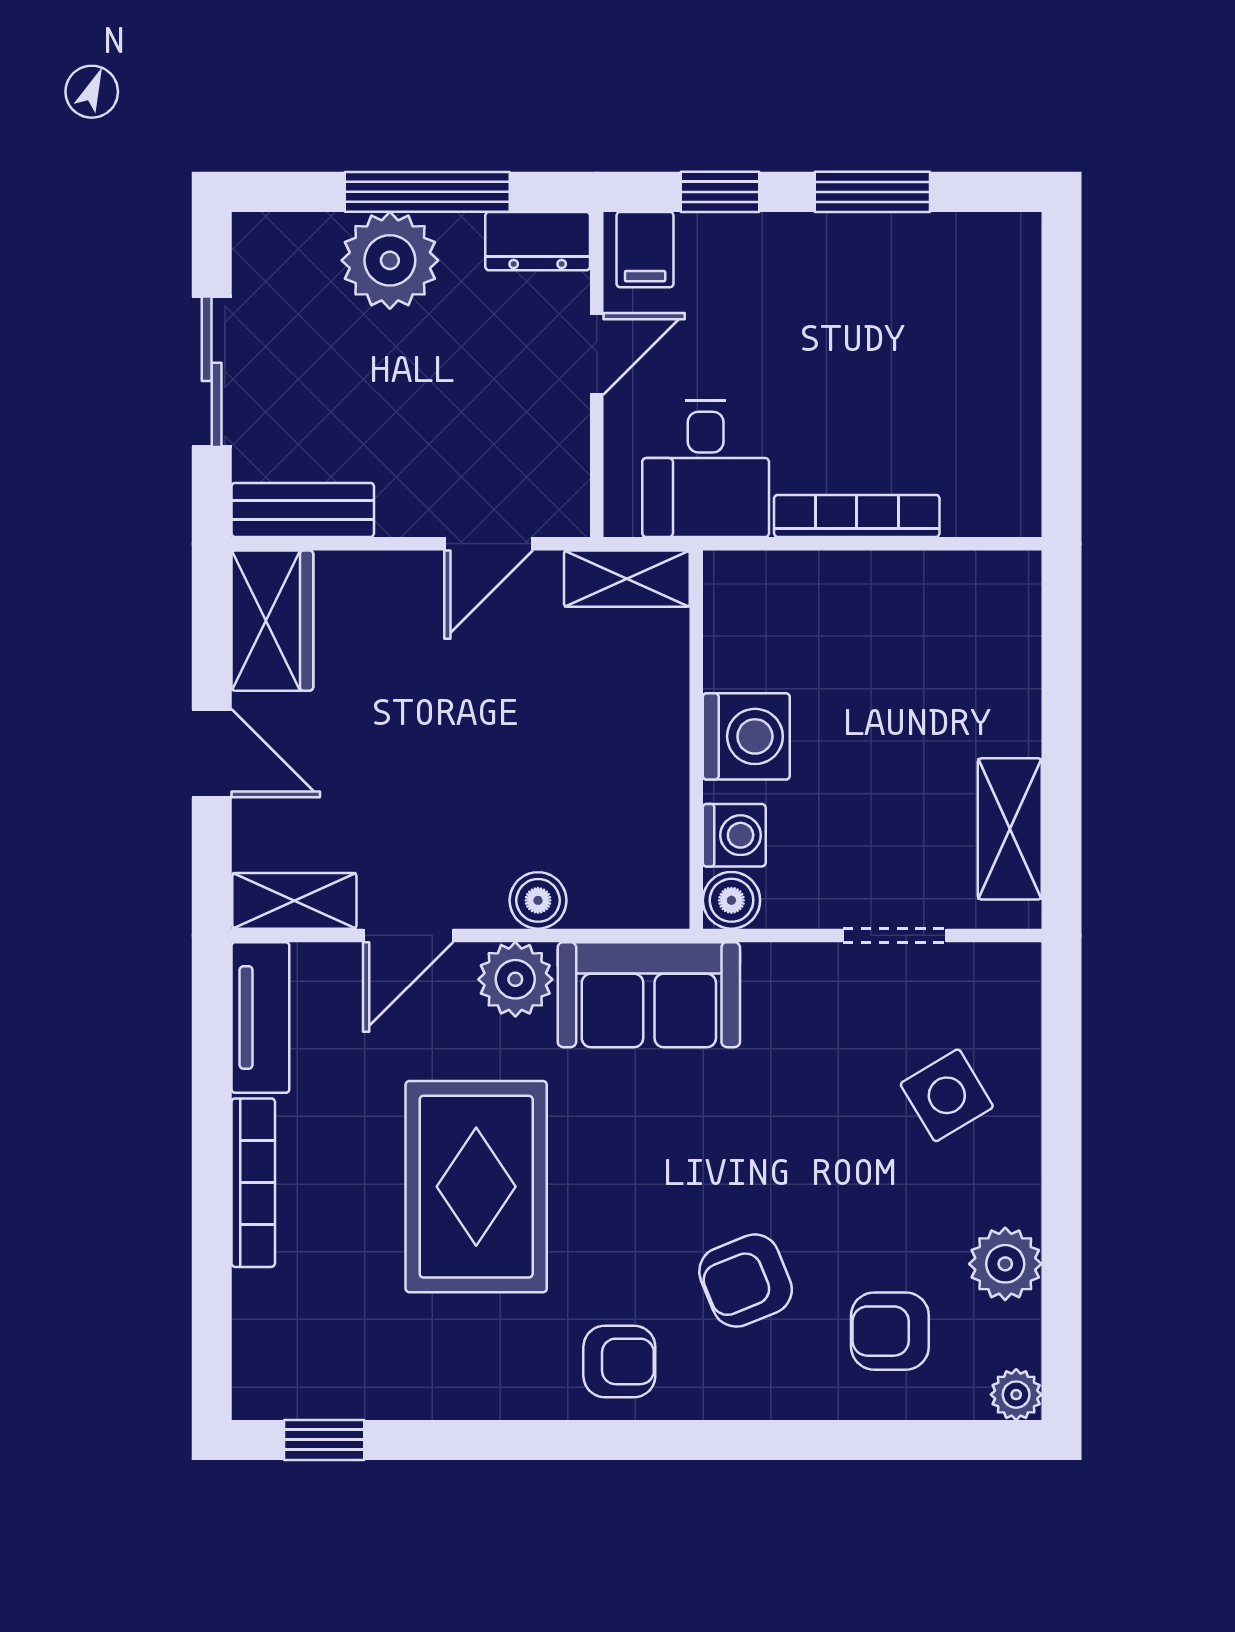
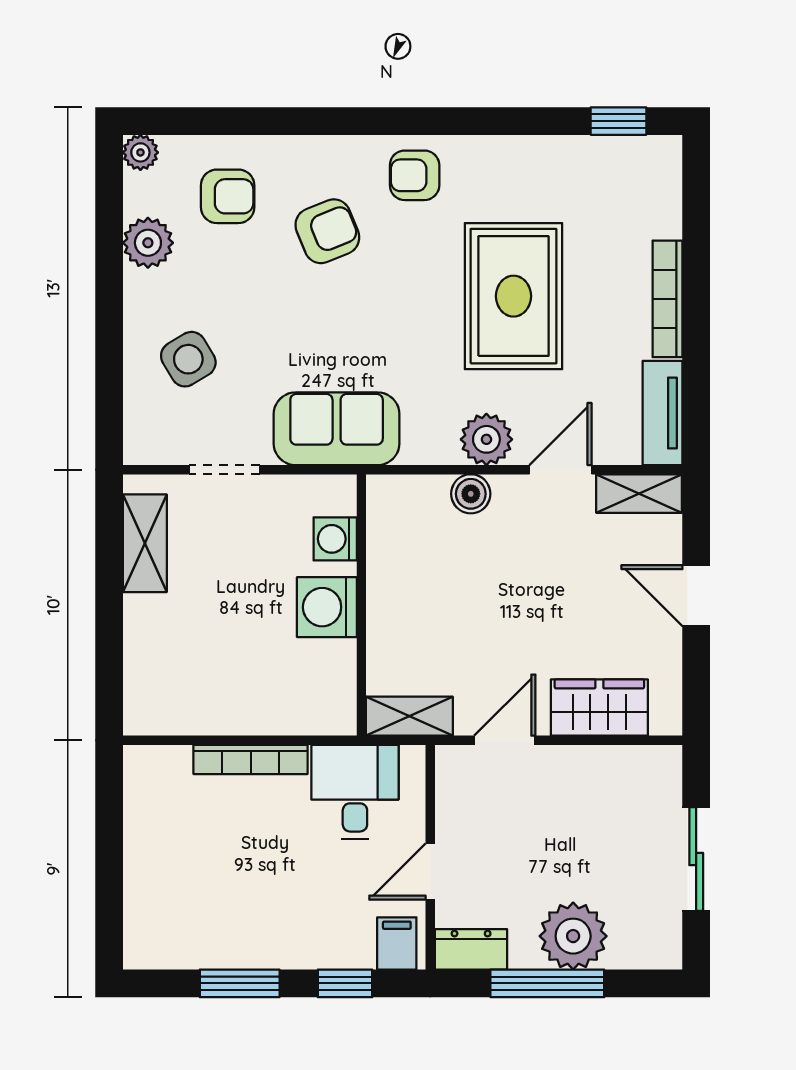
bench: (303, 510) -> (633, 764), removed
wardrobe: (272, 621) -> (599, 708), moved, turned 90
boiler: (731, 900) -> (337, 494), removed
sofa: (649, 995) -> (337, 429), moved

